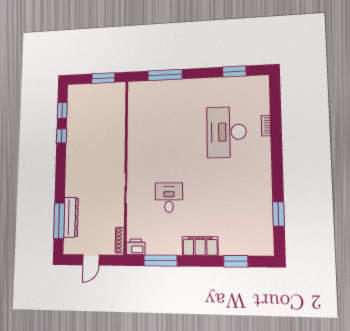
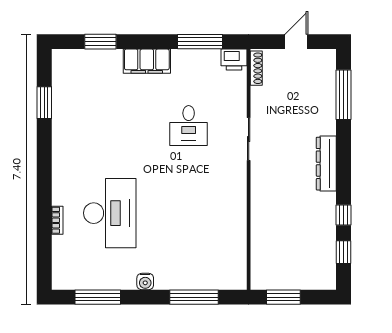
window: (234, 71) -> (98, 297), width x1.44
water cooler: (200, 84) -> (145, 281), added
dresser: (71, 217) -> (326, 164), moved

